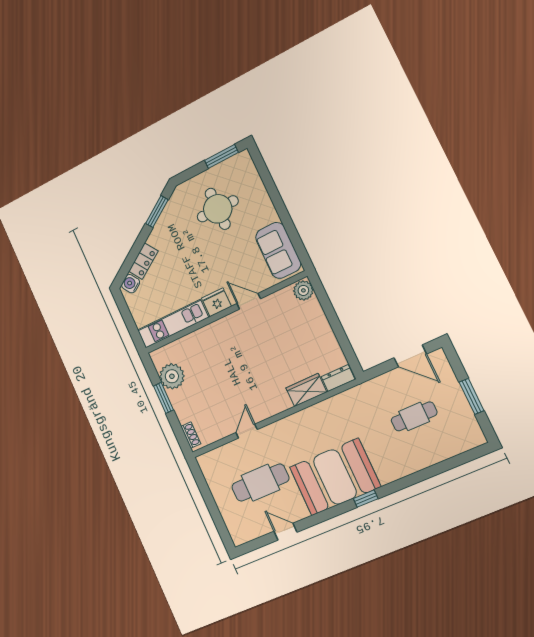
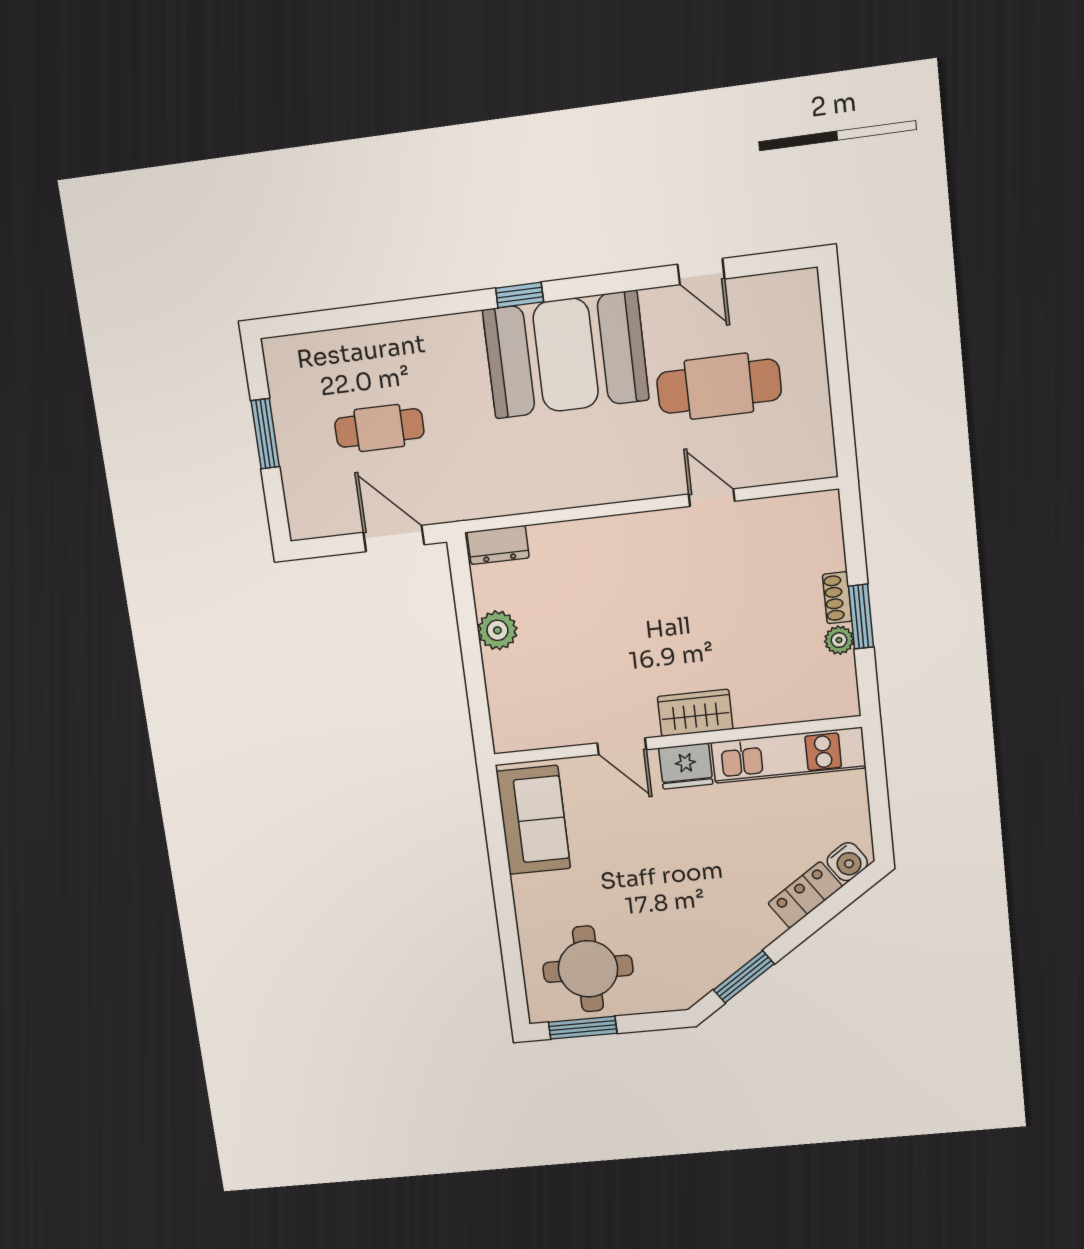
round table: (218, 209) -> (588, 969), moved
plant: (303, 290) -> (497, 630), moved
door: (410, 356) -> (394, 539), moved
plant: (172, 376) -> (839, 640), width x0.53, depth x0.53
wardrobe: (306, 390) -> (695, 713), moved, turned 180
door: (247, 431) -> (712, 498), swing flipped
shoe rack: (191, 435) -> (837, 598), moved

